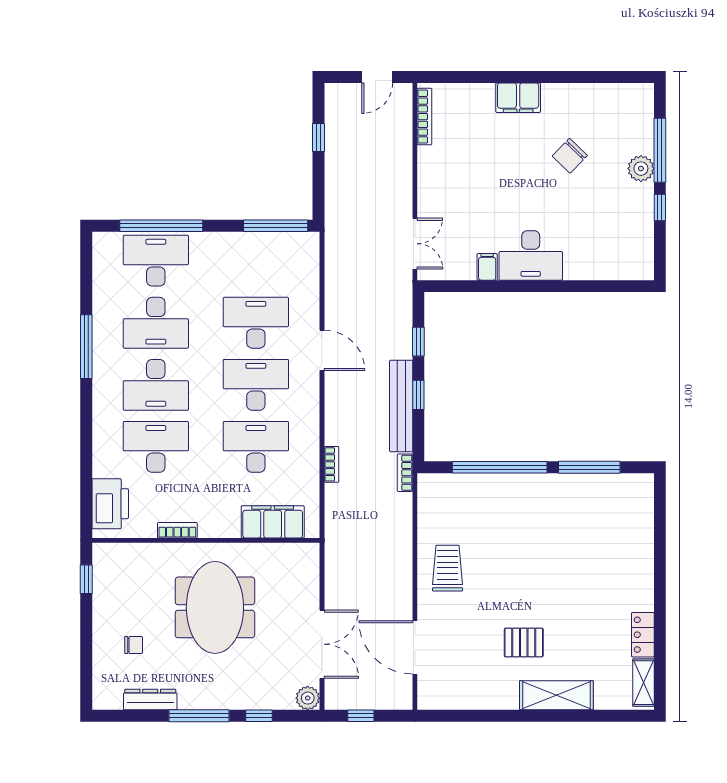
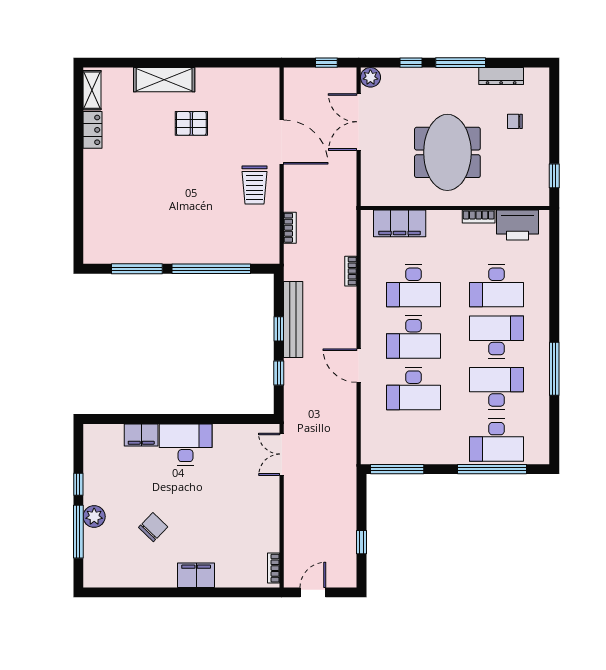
bookcase: (424, 117) -> (274, 568), width x0.64
filing cabinet: (487, 267) -> (141, 435), moved, width x2.00
bookcase: (405, 473) -> (290, 228), moved
printer: (110, 504) -> (517, 225), moved, turned -90
door: (415, 647) -> (282, 142), moved

